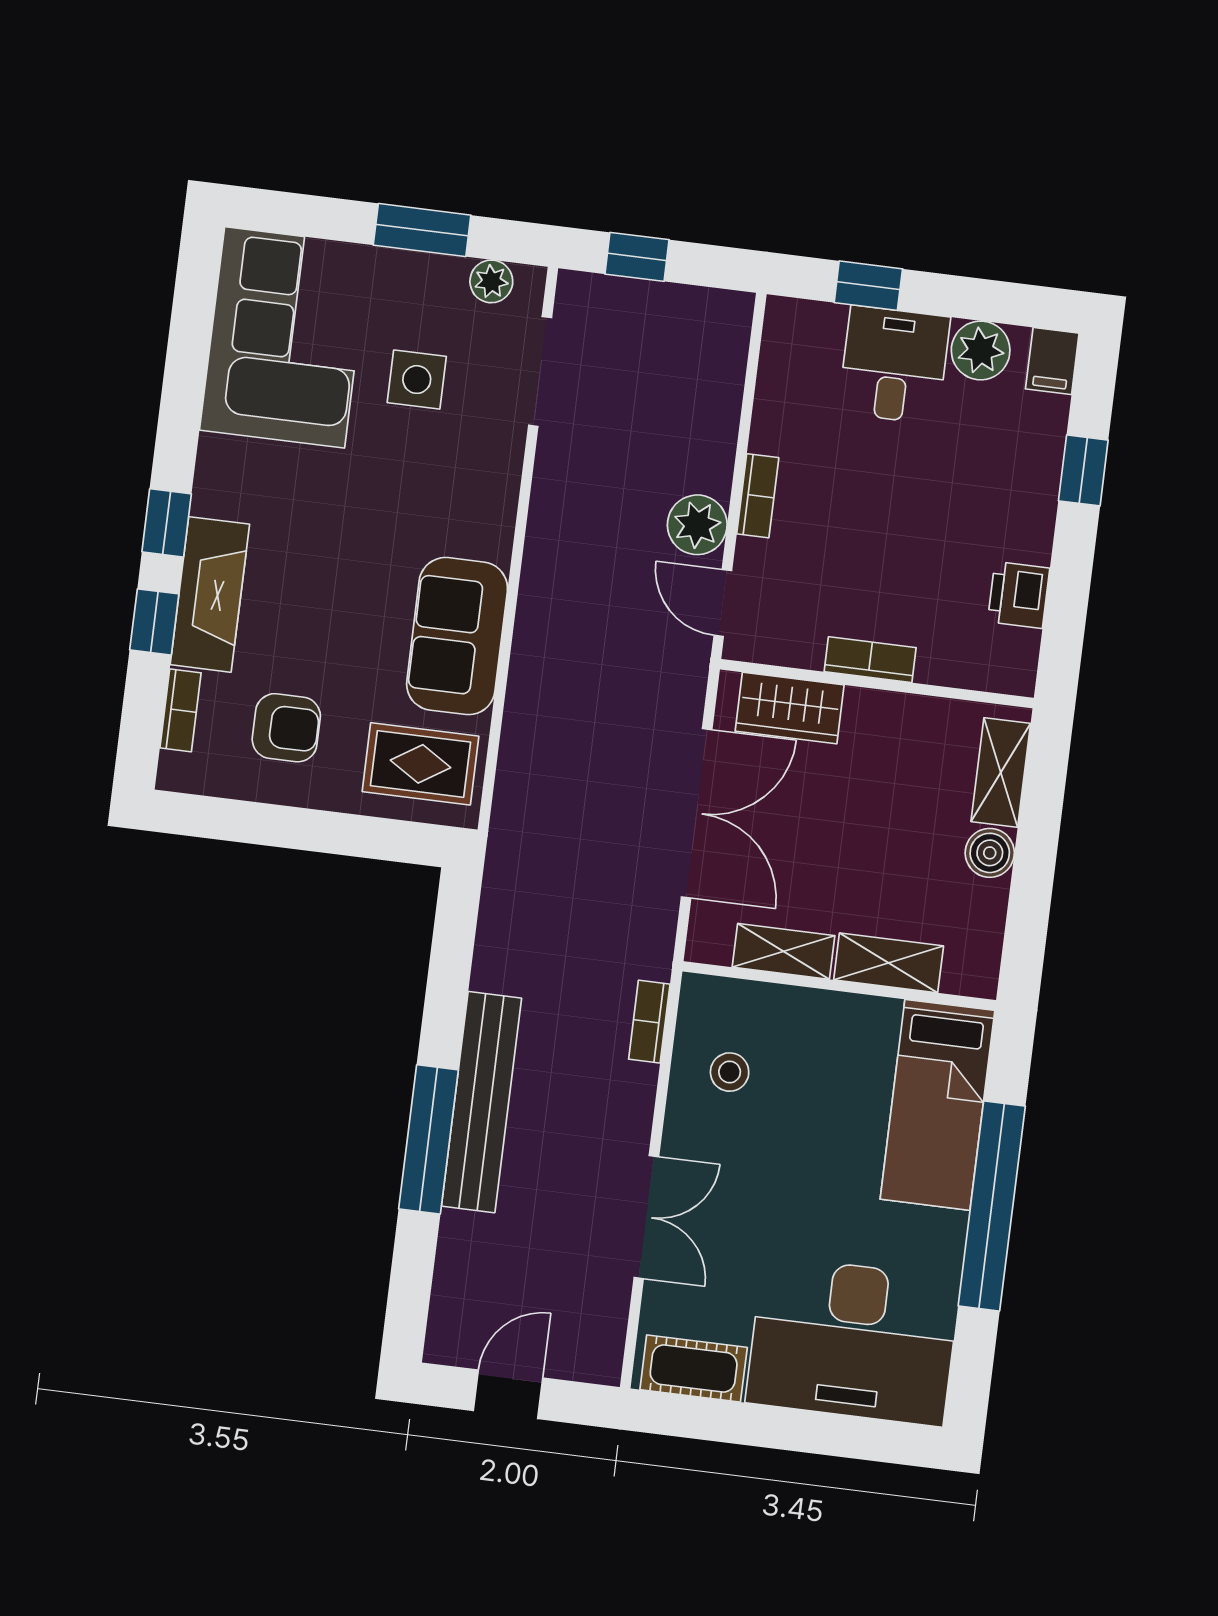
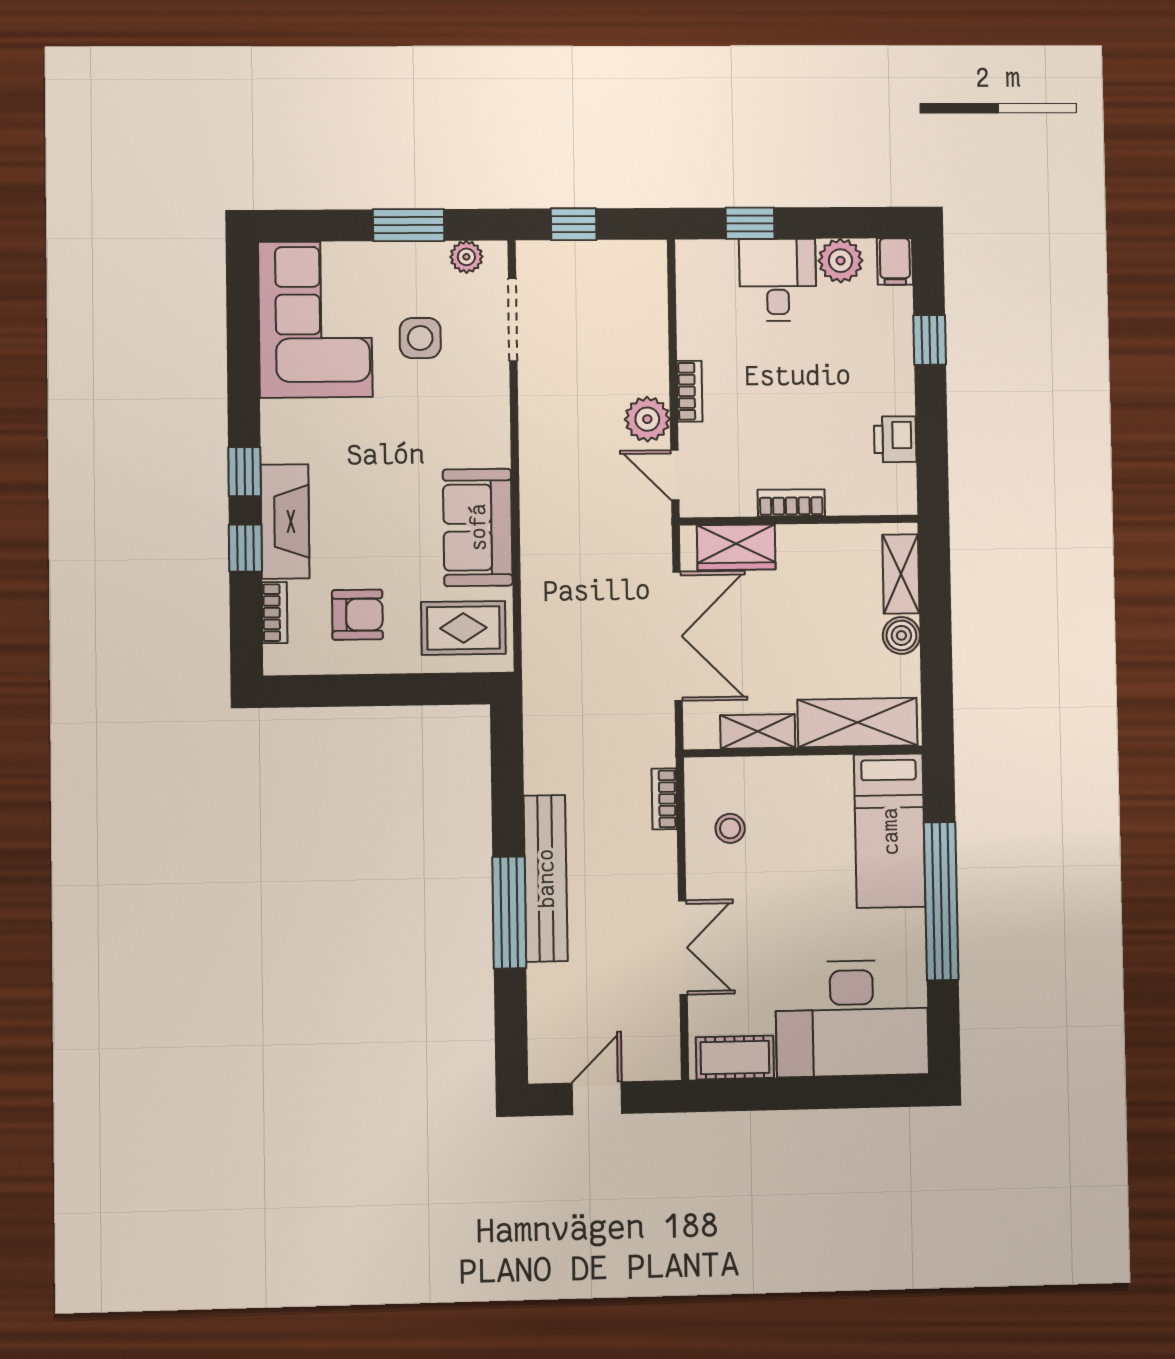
shelving: (889, 963) -> (857, 723), width x1.50, depth x1.33

